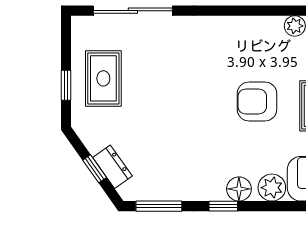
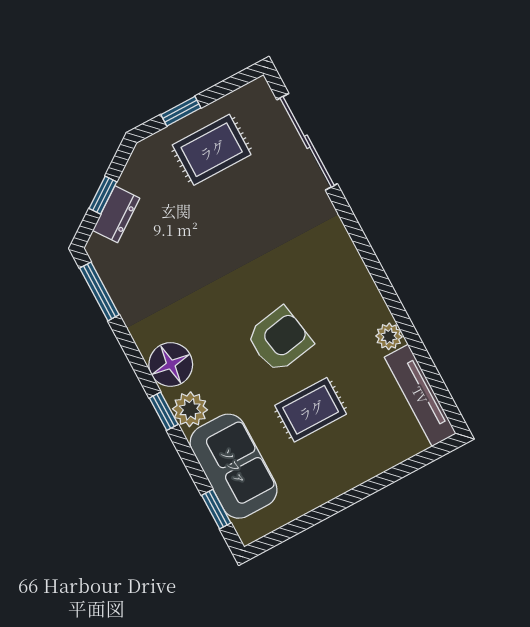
armchair: (257, 102) -> (279, 339), turned 80
floor lamp: (239, 189) -> (171, 364), width x1.38, depth x1.38
window: (223, 206) -> (164, 411), moved

